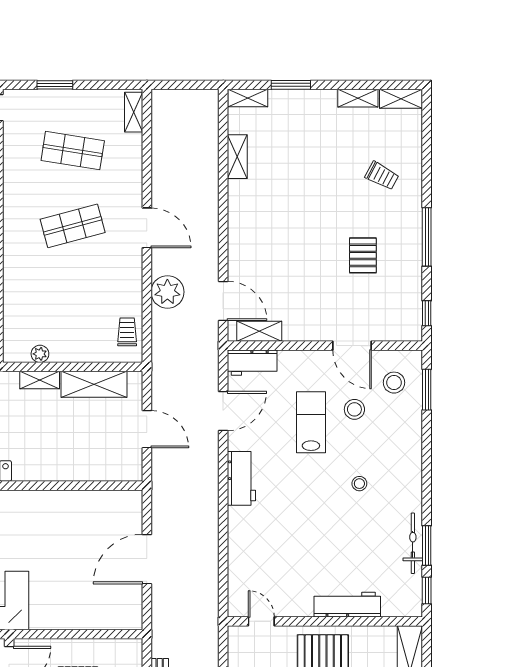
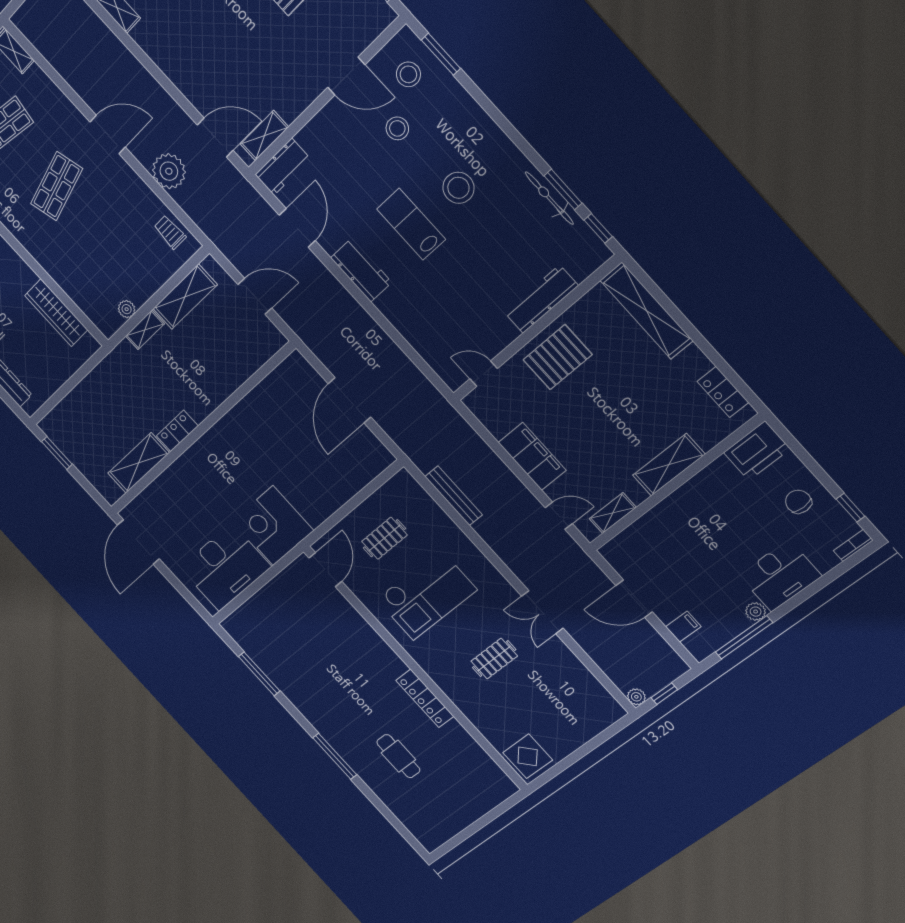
lab bench: (311, 422) -> (411, 224), moved
stool: (359, 484) -> (458, 188), width x1.89, depth x1.89

